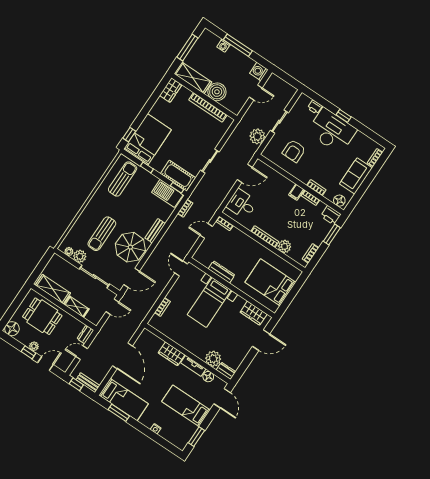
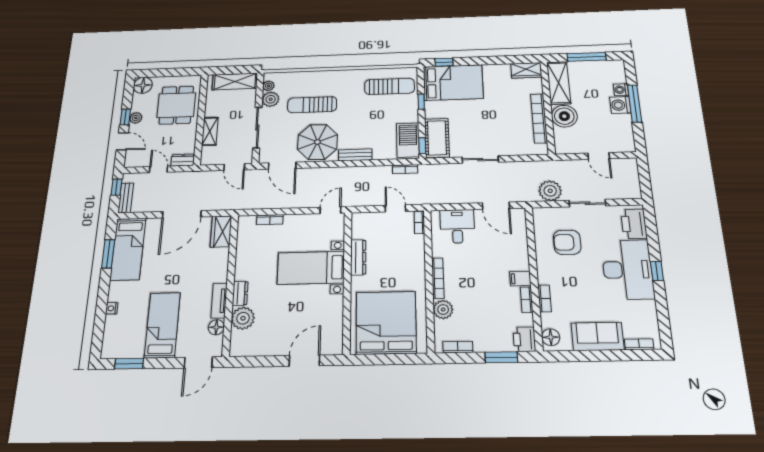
washing machine: (259, 72) -> (620, 105), moved, turned -90
printer: (315, 107) -> (634, 224), width x1.87, depth x1.48
bed: (270, 282) -> (386, 323), width x1.36
shelving: (53, 289) -> (235, 81), moved, turned 90
wardrobe: (254, 313) -> (333, 328), removed
door: (261, 340) -> (304, 361), swing flipped
wardrobe: (172, 354) -> (221, 231), moved
dresser: (226, 371) -> (240, 293), moved

